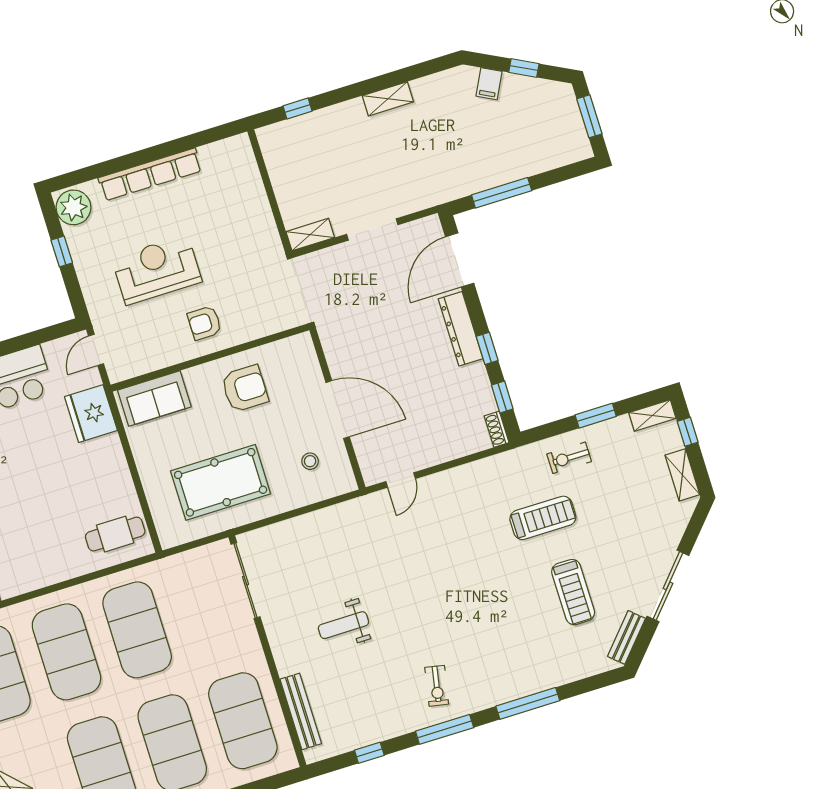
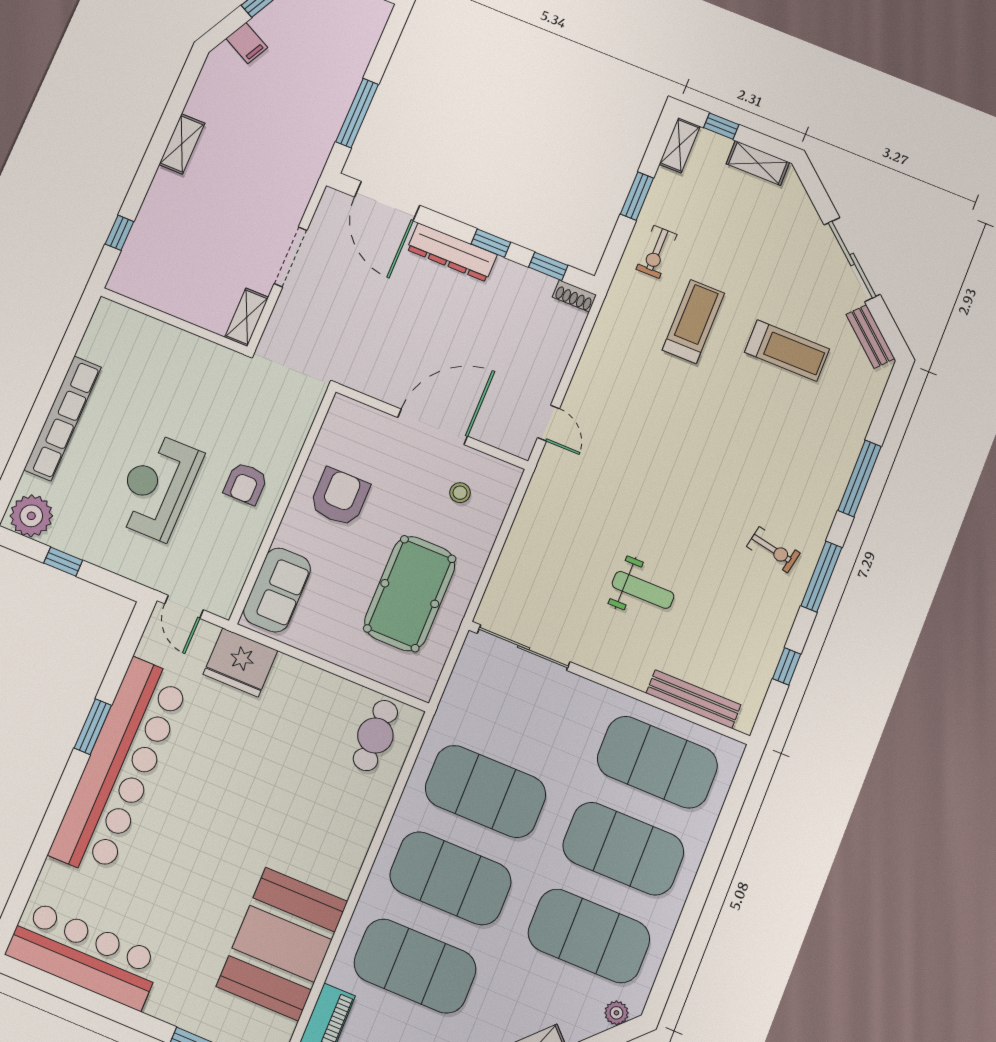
weight bench: (343, 625) -> (643, 590), turned -90

